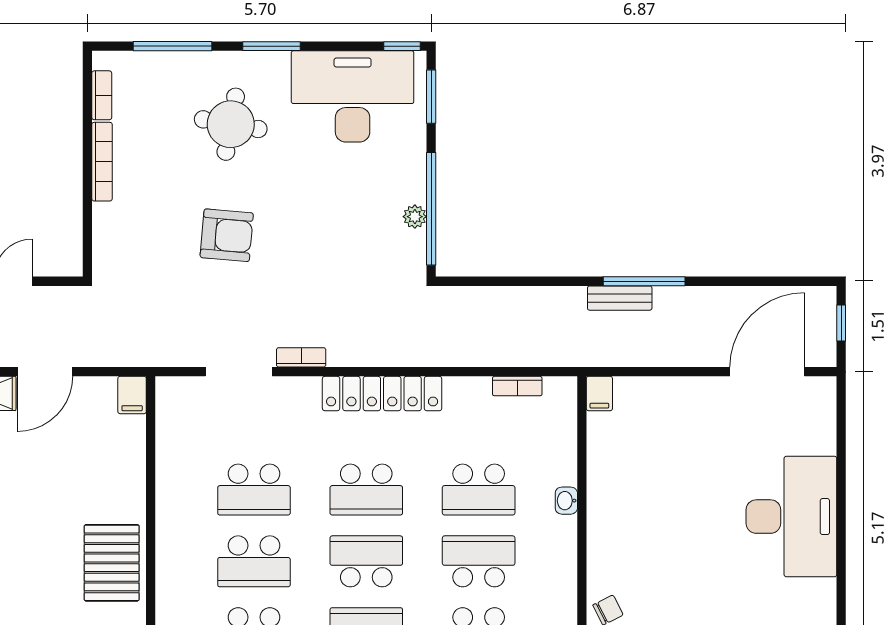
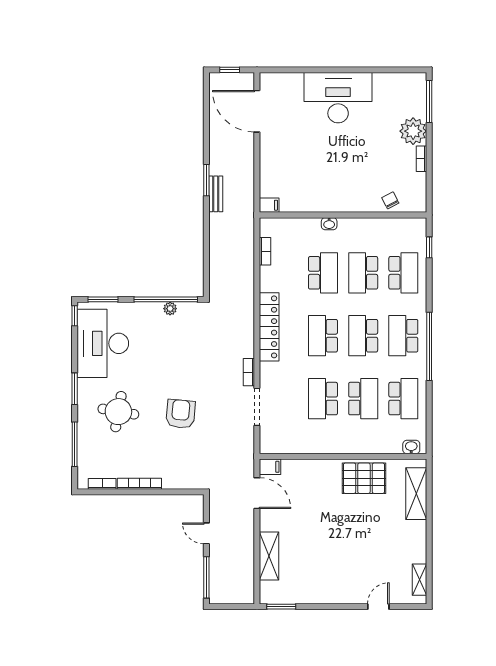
window: (644, 281) -> (206, 180), width x0.69
door: (45, 372) -> (257, 493), moved
school desk: (254, 490) -> (323, 399), turned 180
school desk: (366, 490) -> (323, 336), turned 180

